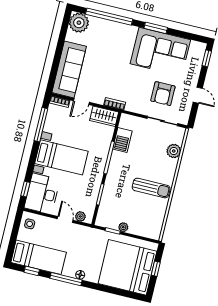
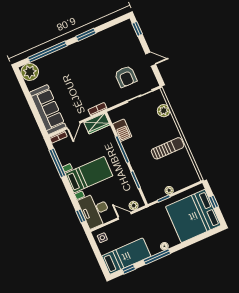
corner sofa: (160, 52) -> (102, 49), removed

